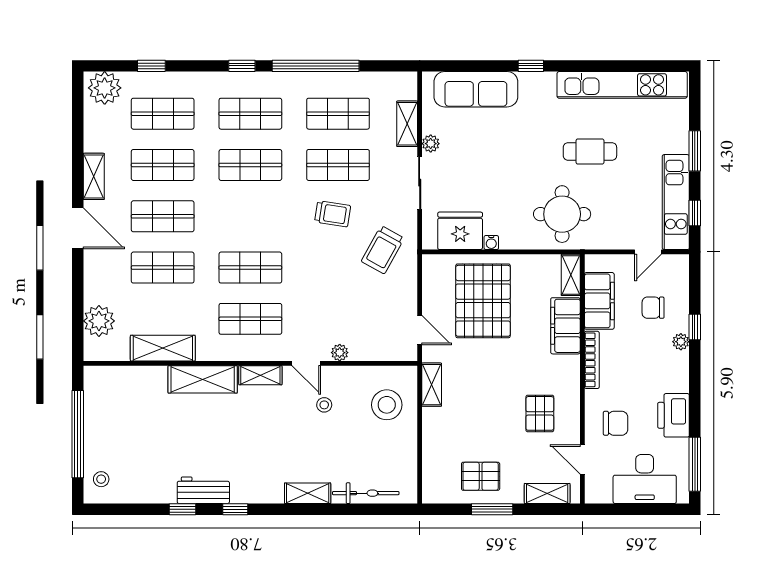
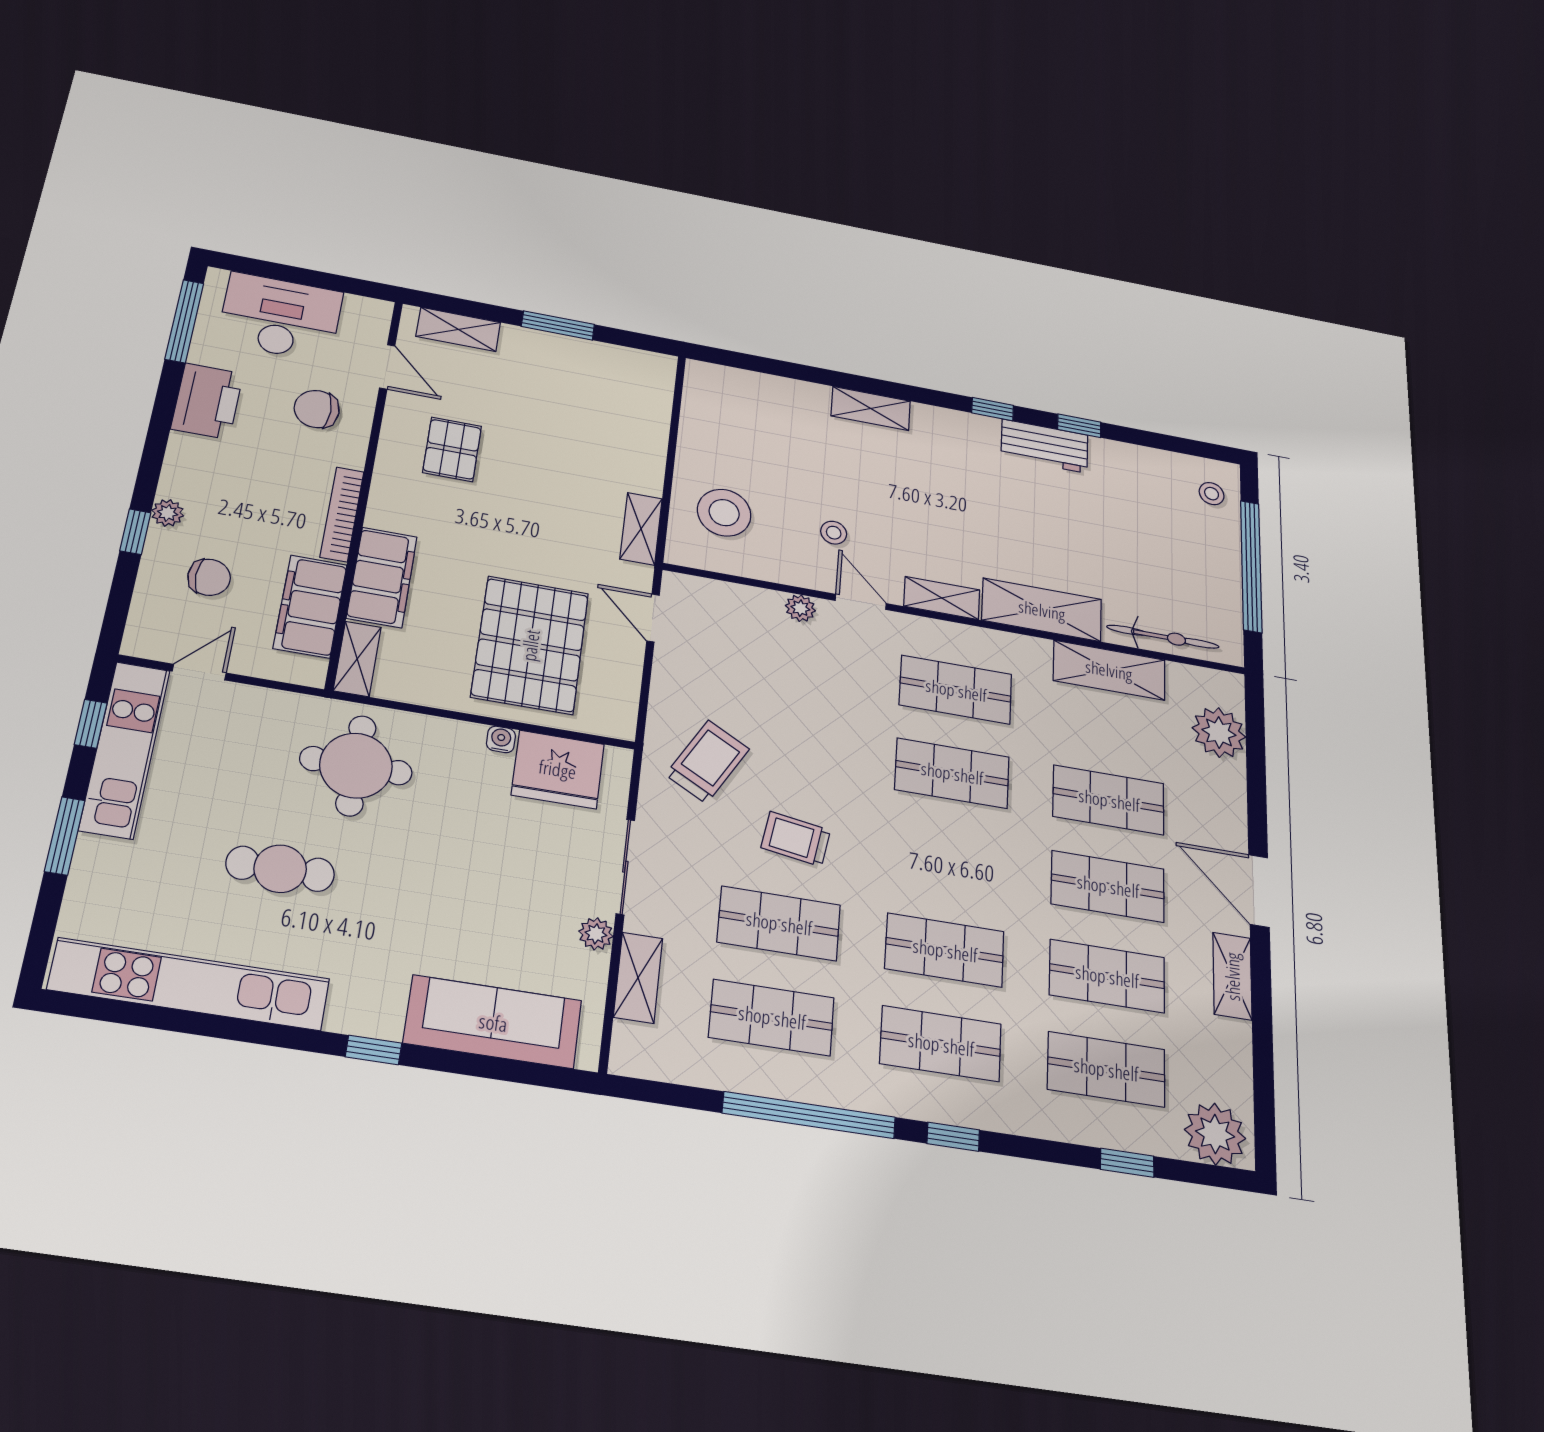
pallet: (481, 476) -> (572, 376), removed
bicycle: (366, 493) -> (1163, 637), moved, turned 180

